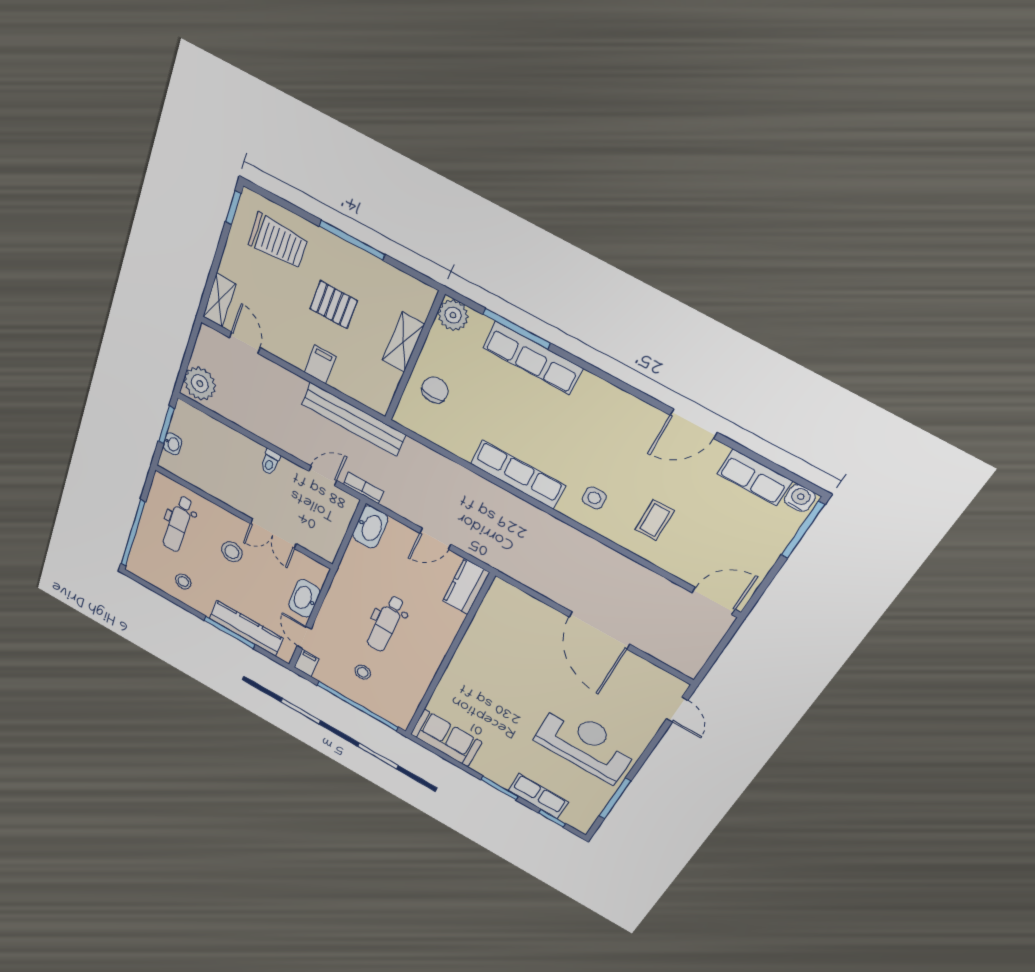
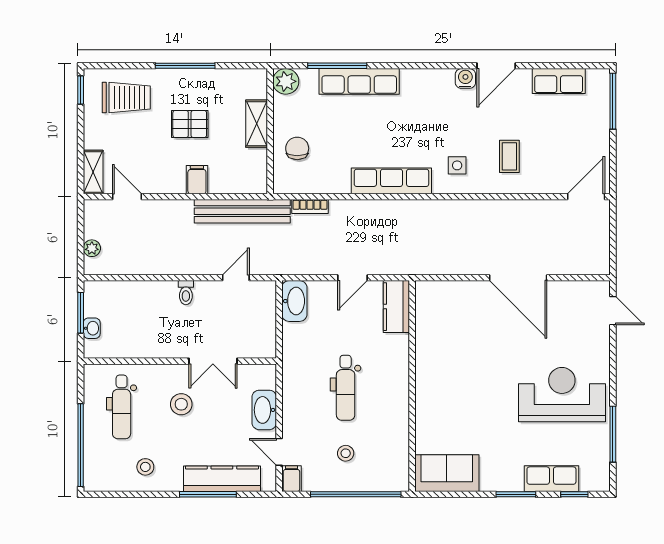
plant: (200, 383) -> (92, 248), width x0.53, depth x0.53
bookcase: (363, 488) -> (310, 206), moved, turned 180
water cooler: (800, 498) -> (465, 78), moved

